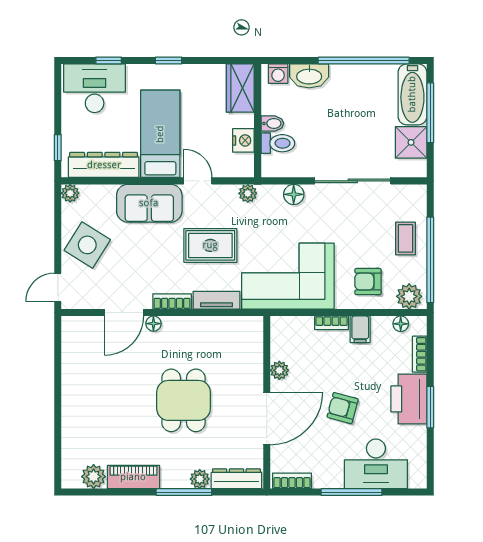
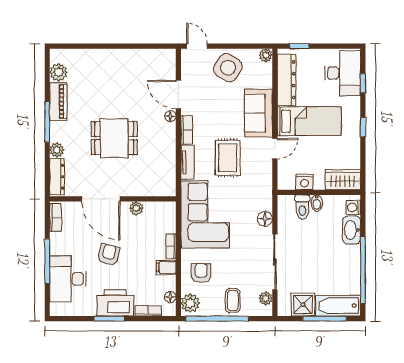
plant: (248, 193) -> (266, 298), moved
coffee table: (406, 238) -> (233, 301), turned 90
window: (184, 492) -> (47, 122), moved

